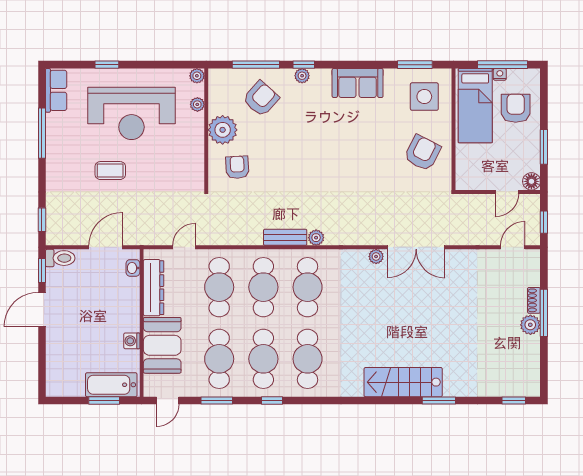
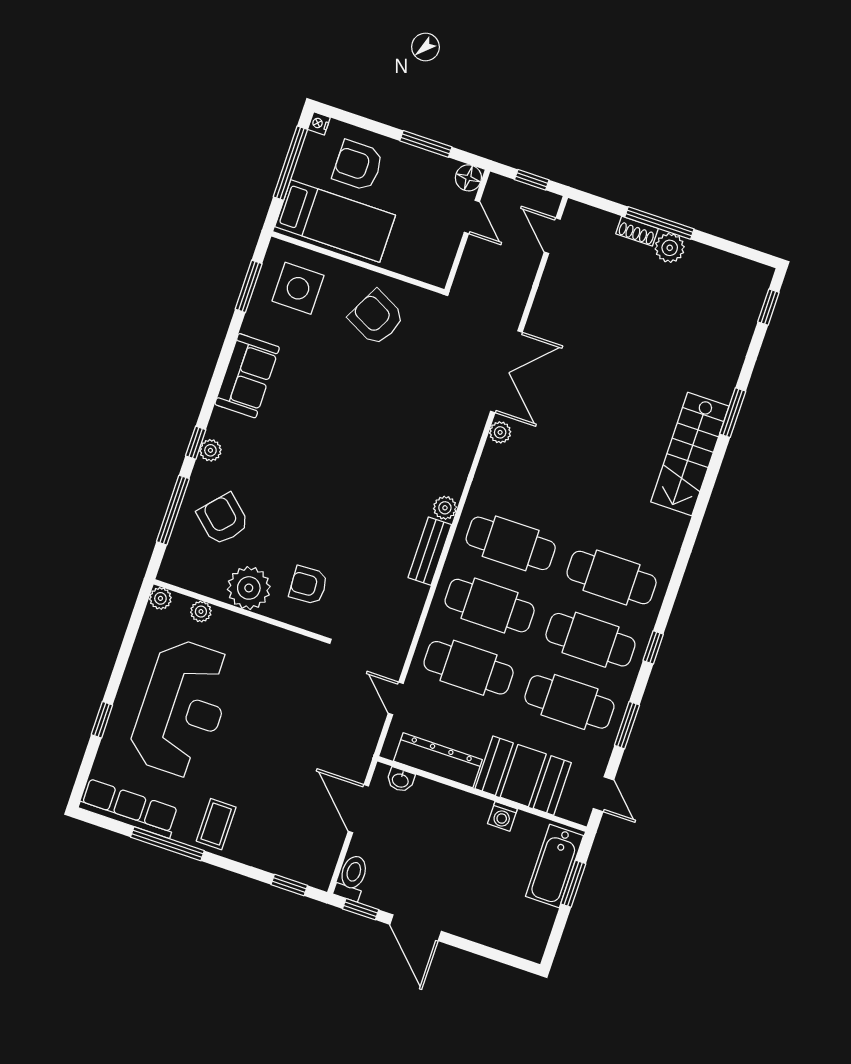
nightstand: (500, 74) -> (319, 123), moved
row of seats: (56, 90) -> (129, 808), width x1.48
coffee table: (110, 171) -> (216, 824), moved

